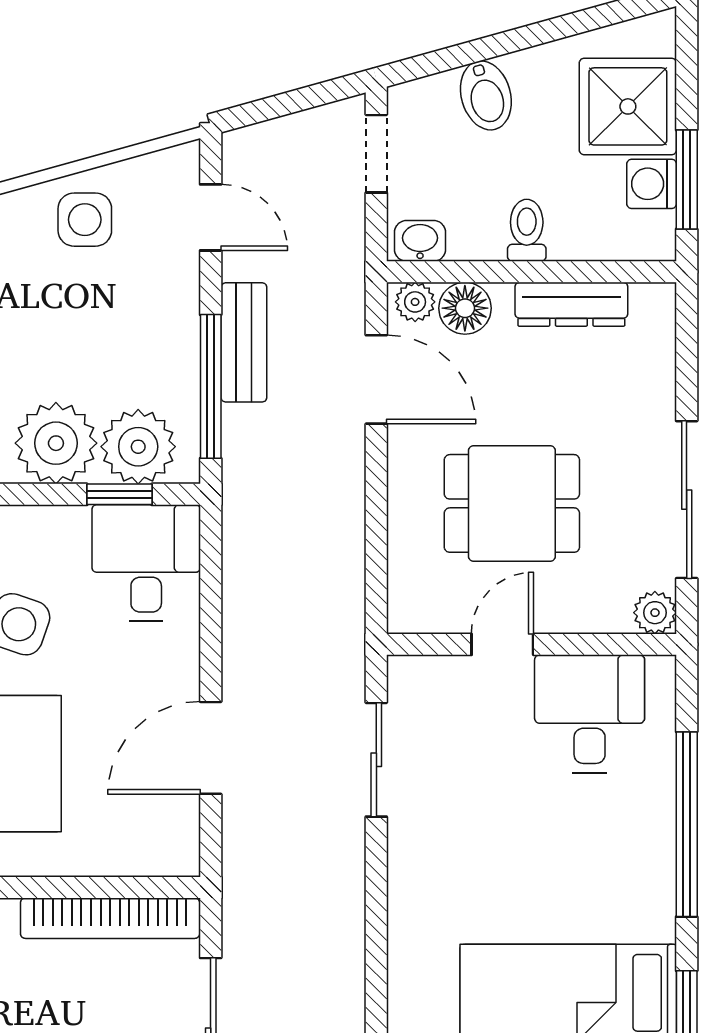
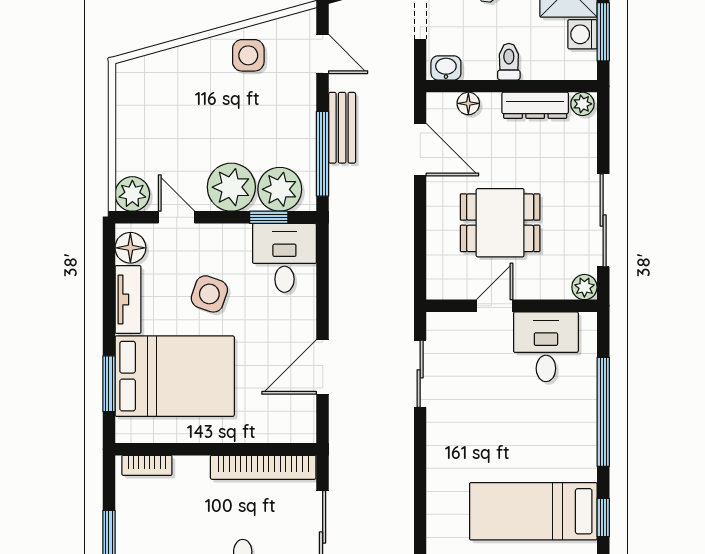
plant: (415, 302) -> (582, 104), moved
floor lamp: (465, 308) -> (468, 103), width x0.73, depth x0.73

